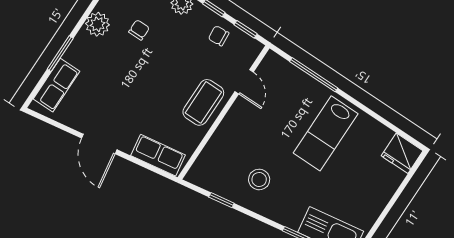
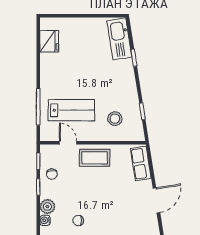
door: (244, 82) -> (68, 143), hinge flipped
lab bench: (326, 133) -> (71, 110), moved
fridge: (402, 153) -> (49, 41), moved
stool: (259, 179) -> (115, 119), moved

